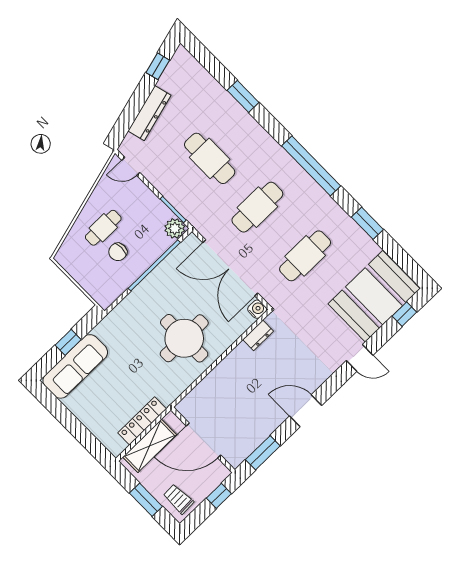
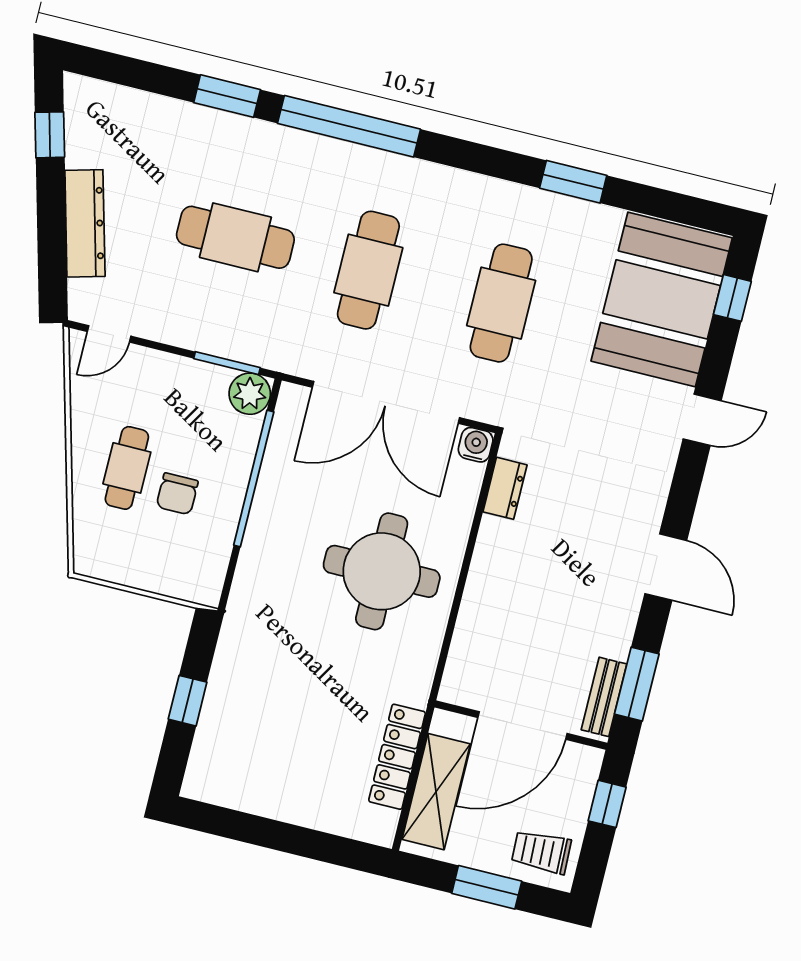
window: (311, 166) -> (349, 126), moved
sofa: (75, 366) -> (225, 734), removed
door: (306, 411) -> (666, 567), swing flipped
bench: (246, 450) -> (604, 697), added

